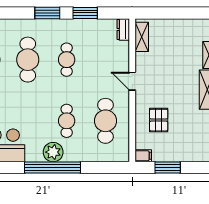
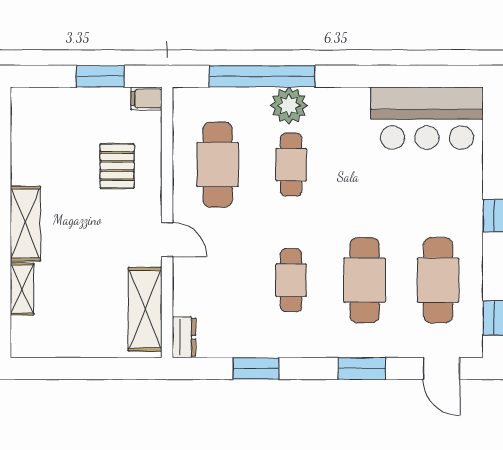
window: (47, 13) -> (362, 368), moved
shelving: (142, 37) -> (145, 309), width x1.50, depth x1.33
plant: (53, 152) -> (289, 105), moved
window: (52, 168) -> (262, 76), moved

